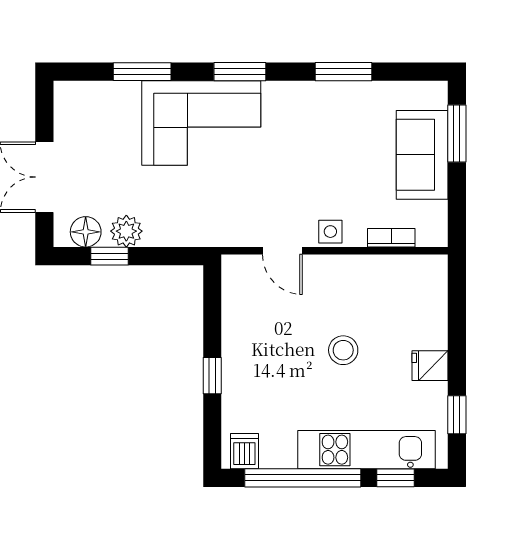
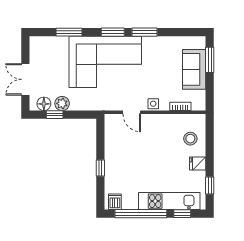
window: (344, 72) -> (145, 32), moved
corner sofa: (201, 123) -> (105, 62), width x1.36, depth x1.36
stool: (343, 350) -> (190, 139), moved

